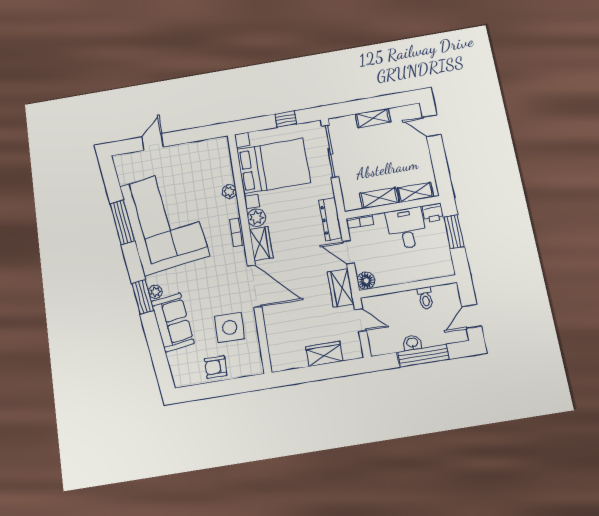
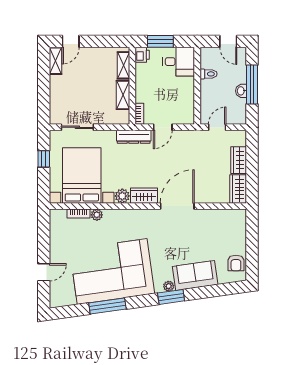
shelving: (373, 118) -> (56, 61), moved
door: (153, 142) -> (44, 272), swing flipped
sliding door: (330, 151) -> (77, 127), width x0.73
desk: (406, 228) -> (179, 62), moved, turned 180
bookcase: (237, 232) -> (79, 213), moved
floor lamp: (366, 281) -> (187, 118), removed
wardrobe: (341, 288) -> (238, 189), moved, turned 90
side table: (230, 327) -> (206, 231), removed
armchair: (216, 367) -> (236, 263), moved

